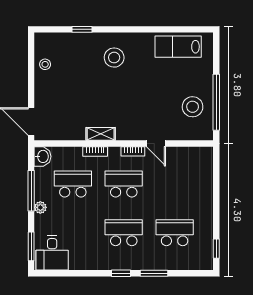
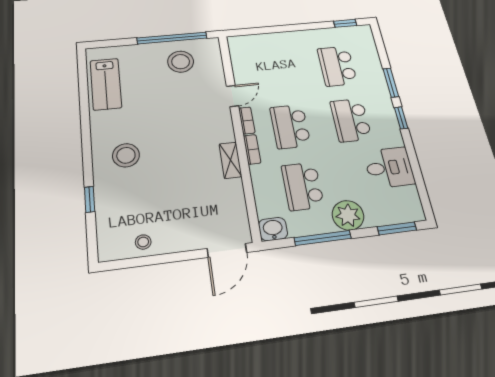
bookcase: (95, 152) -> (252, 149), moved
plant: (40, 207) -> (348, 215), width x1.88, depth x1.88
desk: (52, 253) -> (389, 168), moved

